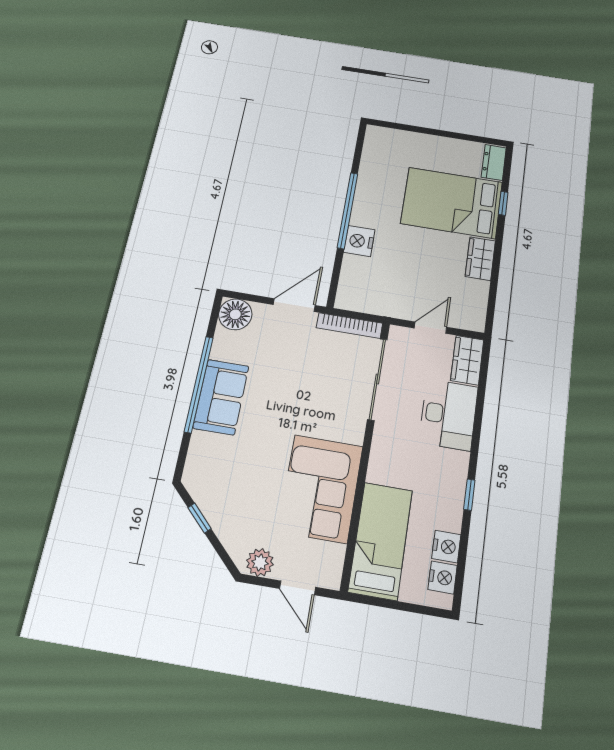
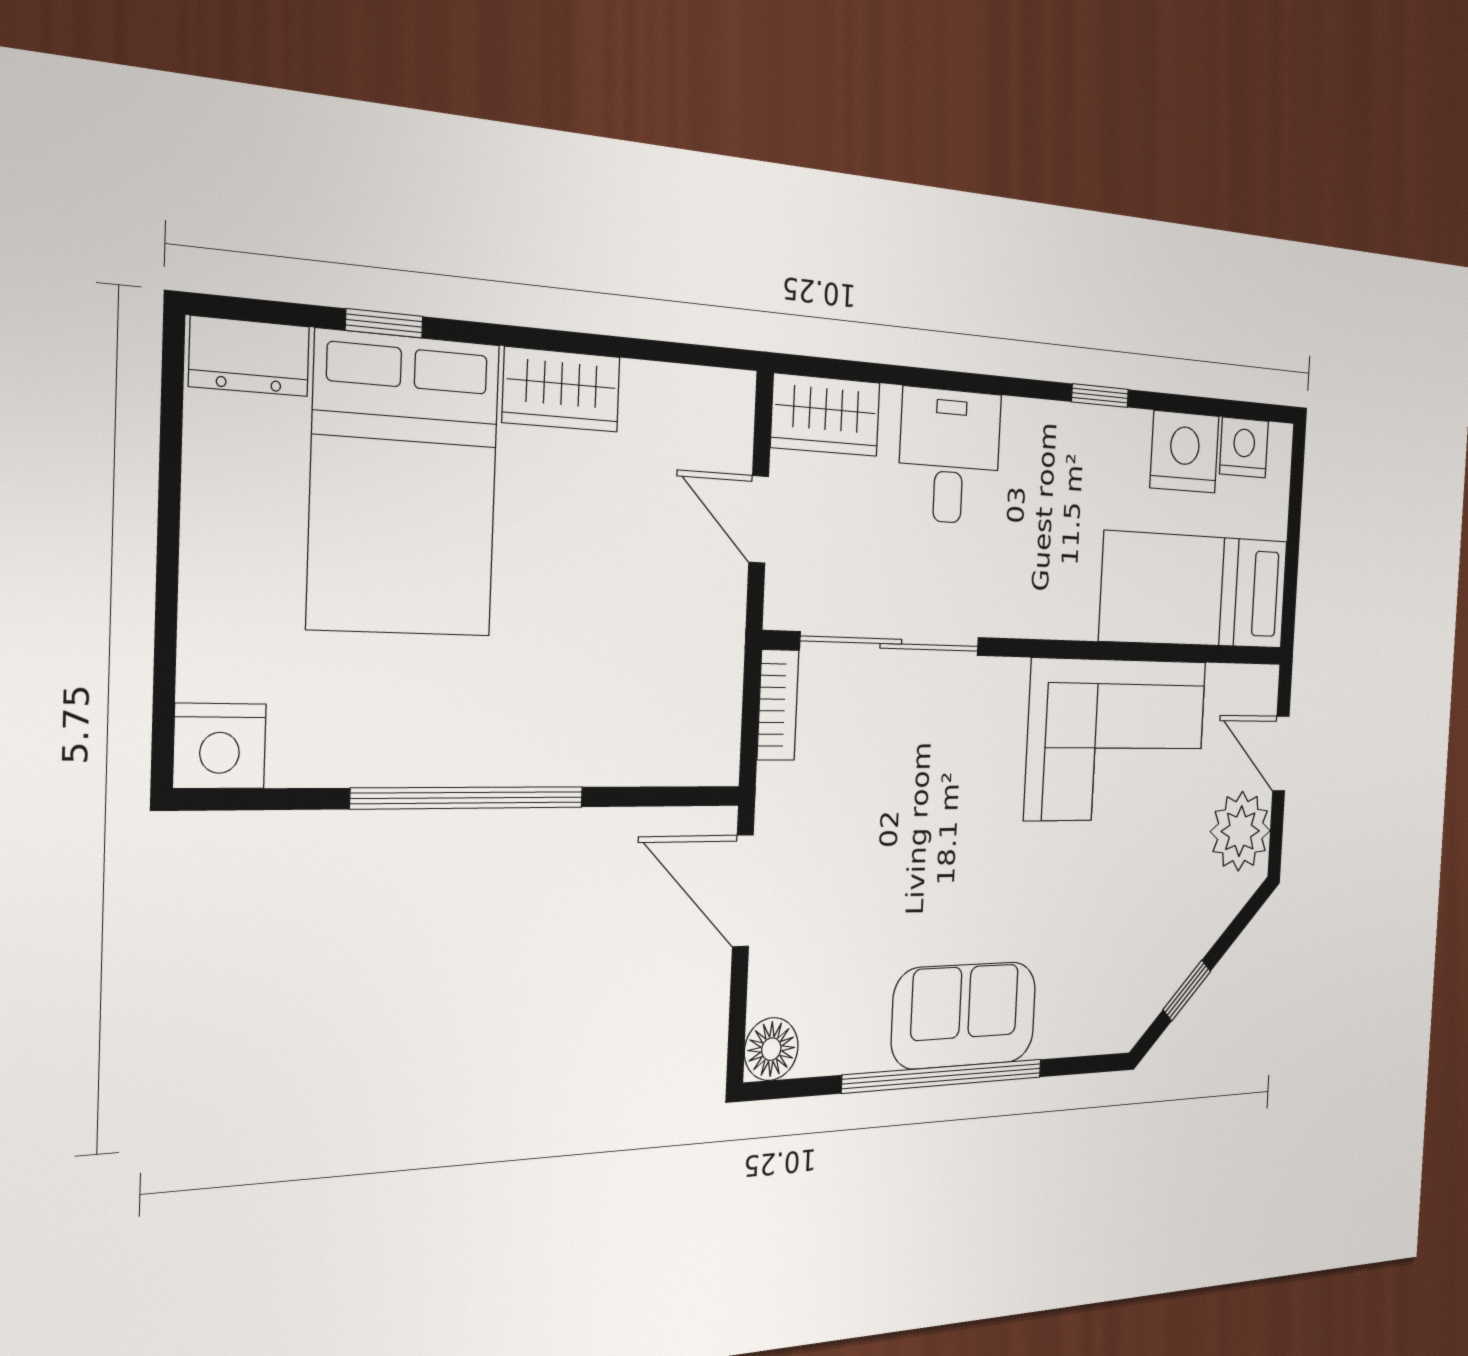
nightstand: (359, 241) -> (220, 746), moved
floor lamp: (235, 314) -> (771, 1049), width x0.73, depth x0.73
bookcase: (349, 325) -> (778, 705), width x0.64
desk: (448, 415) -> (950, 456), width x0.73
nightstand: (446, 547) -> (1185, 452), width x1.36, depth x1.33
plant: (260, 562) -> (1240, 831), width x1.36, depth x1.36
door: (298, 588) -> (1281, 754), swing flipped

